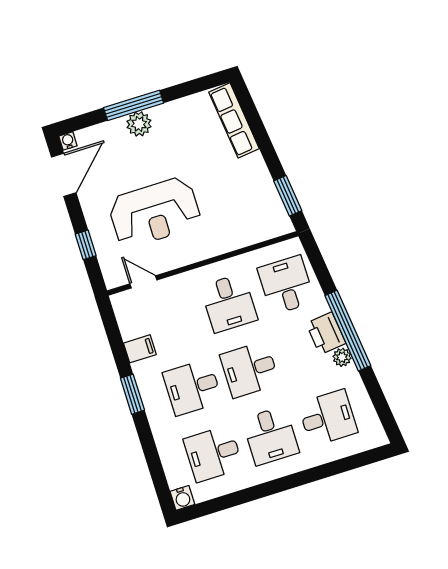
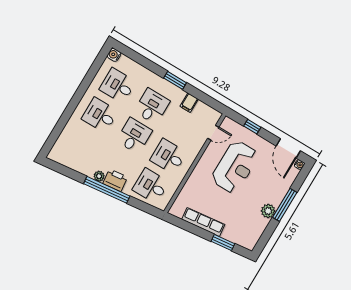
row of seats: (234, 120) -> (203, 222), moved
plant: (139, 124) -> (268, 211), moved
window: (288, 196) -> (223, 242), moved
reception desk: (155, 212) -> (235, 167), turned 180
desk: (286, 285) -> (151, 186), turned 180
desk: (328, 418) -> (82, 145), removed
desk: (213, 454) -> (118, 86), turned -90

